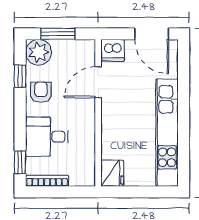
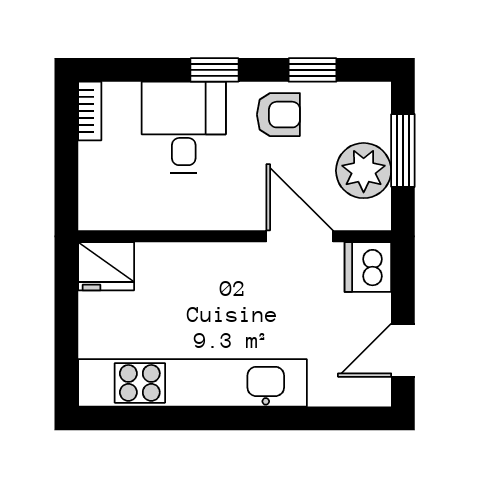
door: (152, 34) -> (403, 350), width x0.73
plant: (39, 52) -> (364, 171), moved
window: (20, 162) -> (215, 70), moved
bookcase: (47, 181) -> (90, 111), width x0.64

